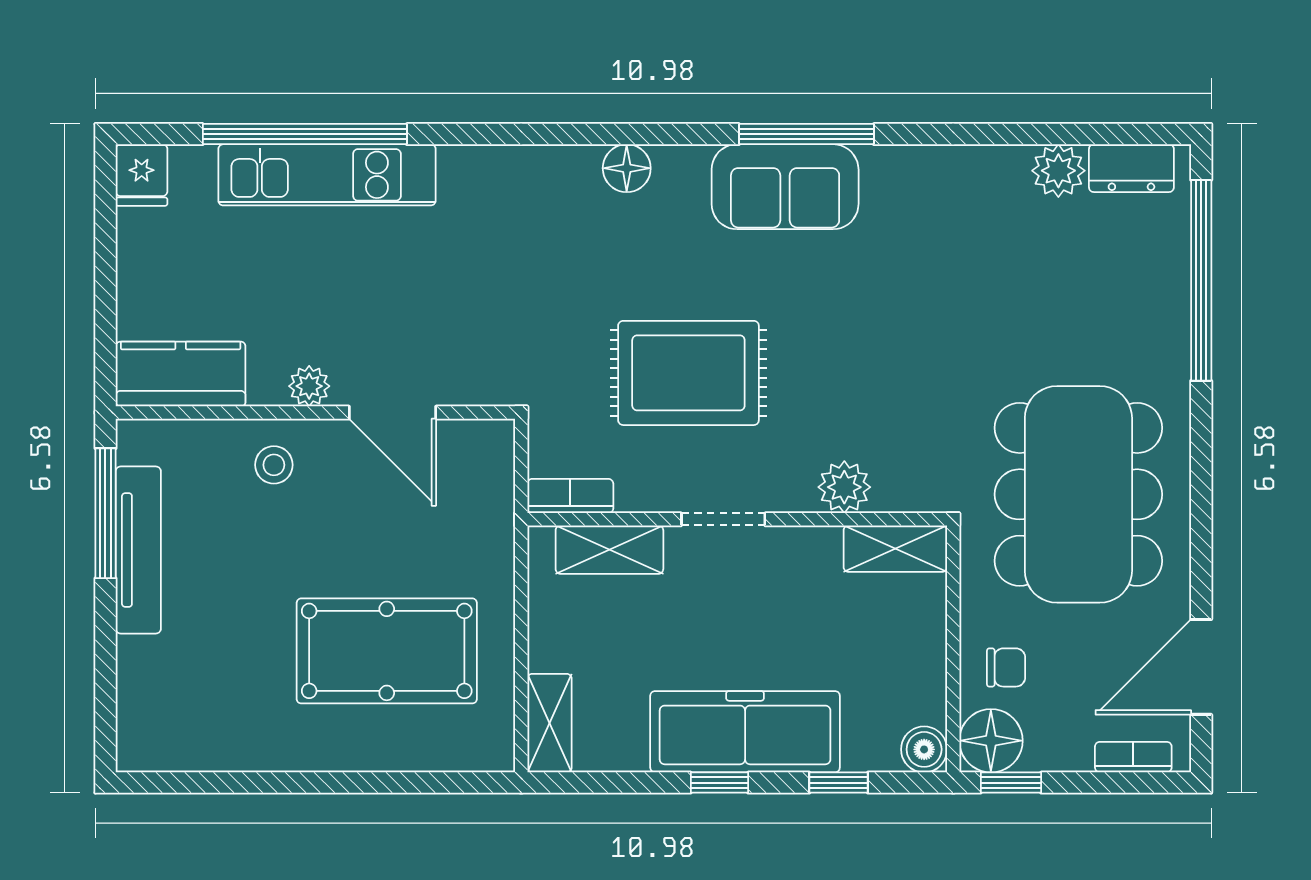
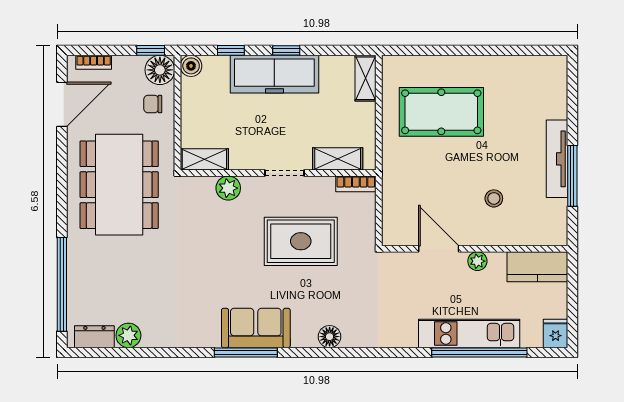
kitchen counter: (181, 374) -> (537, 267), moved
plant: (309, 386) -> (477, 261), moved
wall: (315, 413) -> (475, 249), moved
door: (393, 413) -> (439, 249), moved

